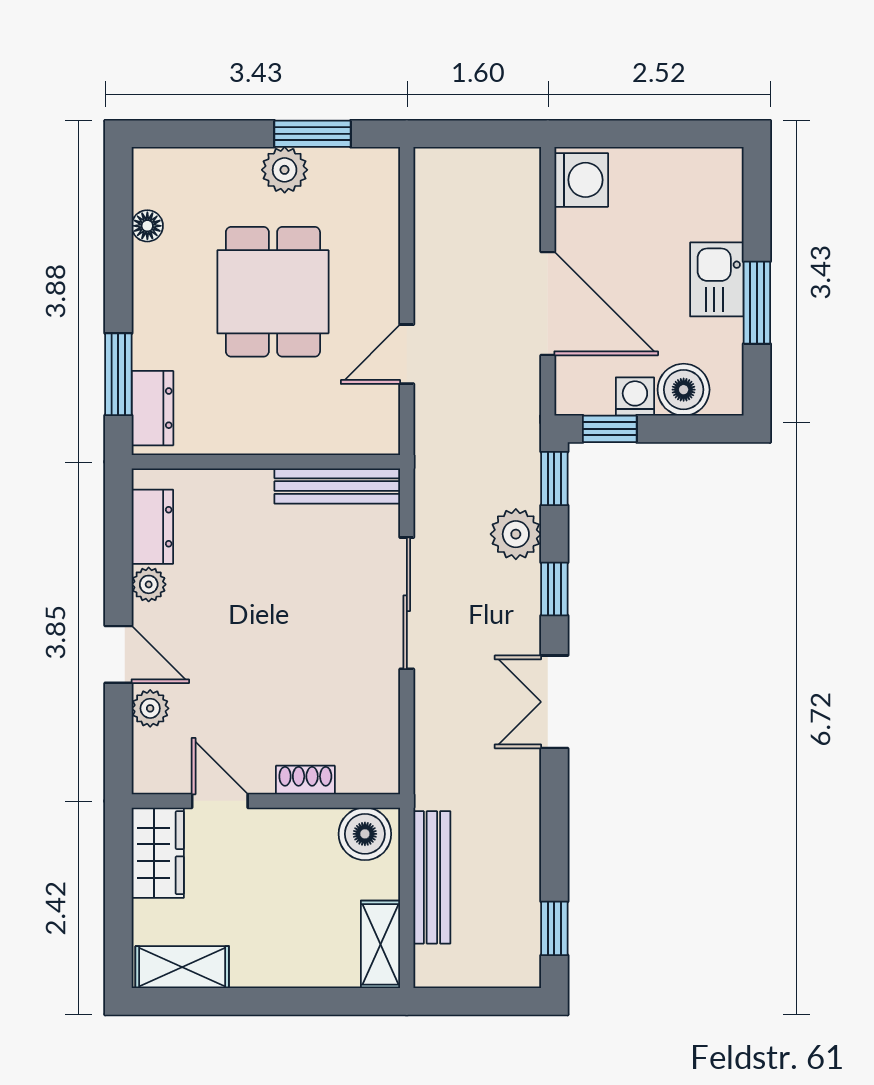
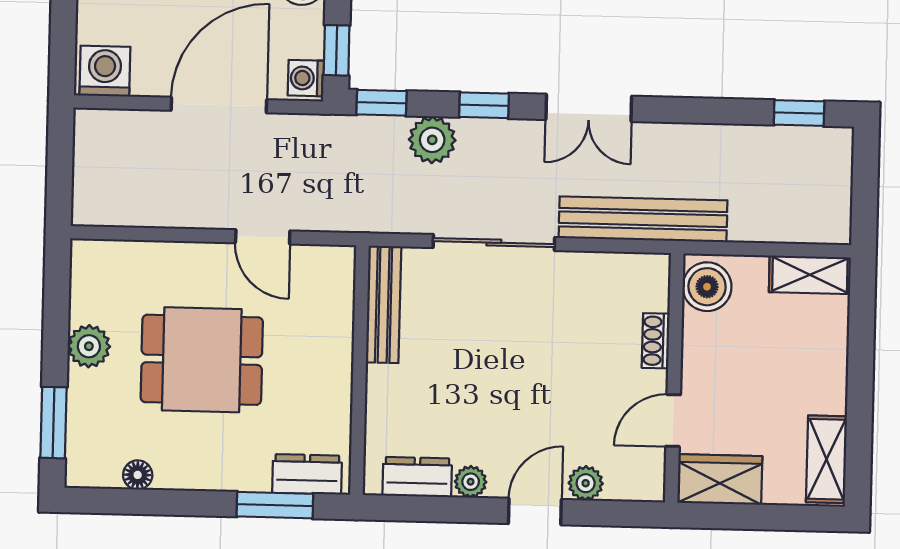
window: (313, 134) -> (53, 423), moved
washing machine: (635, 396) -> (306, 78), moved
bench: (432, 877) -> (643, 219), moved, width x1.37, depth x1.21

